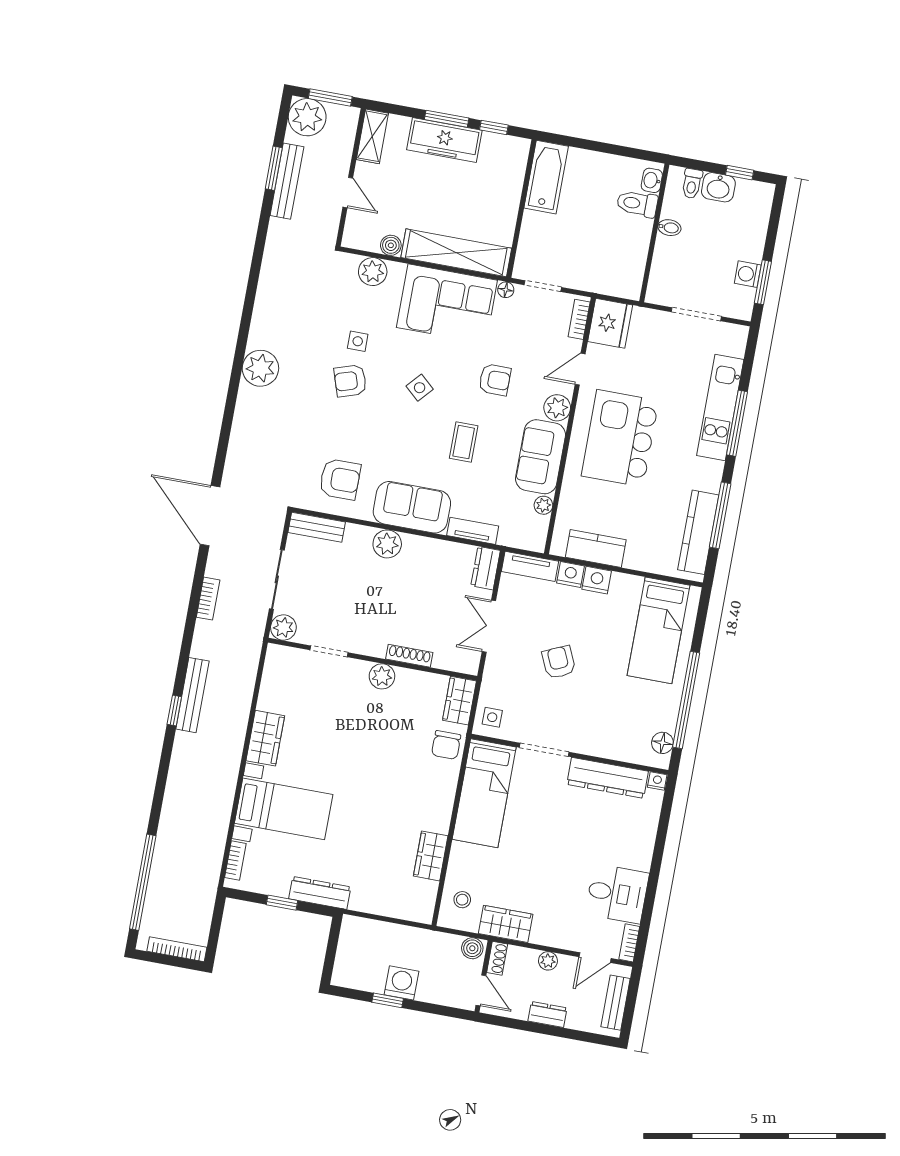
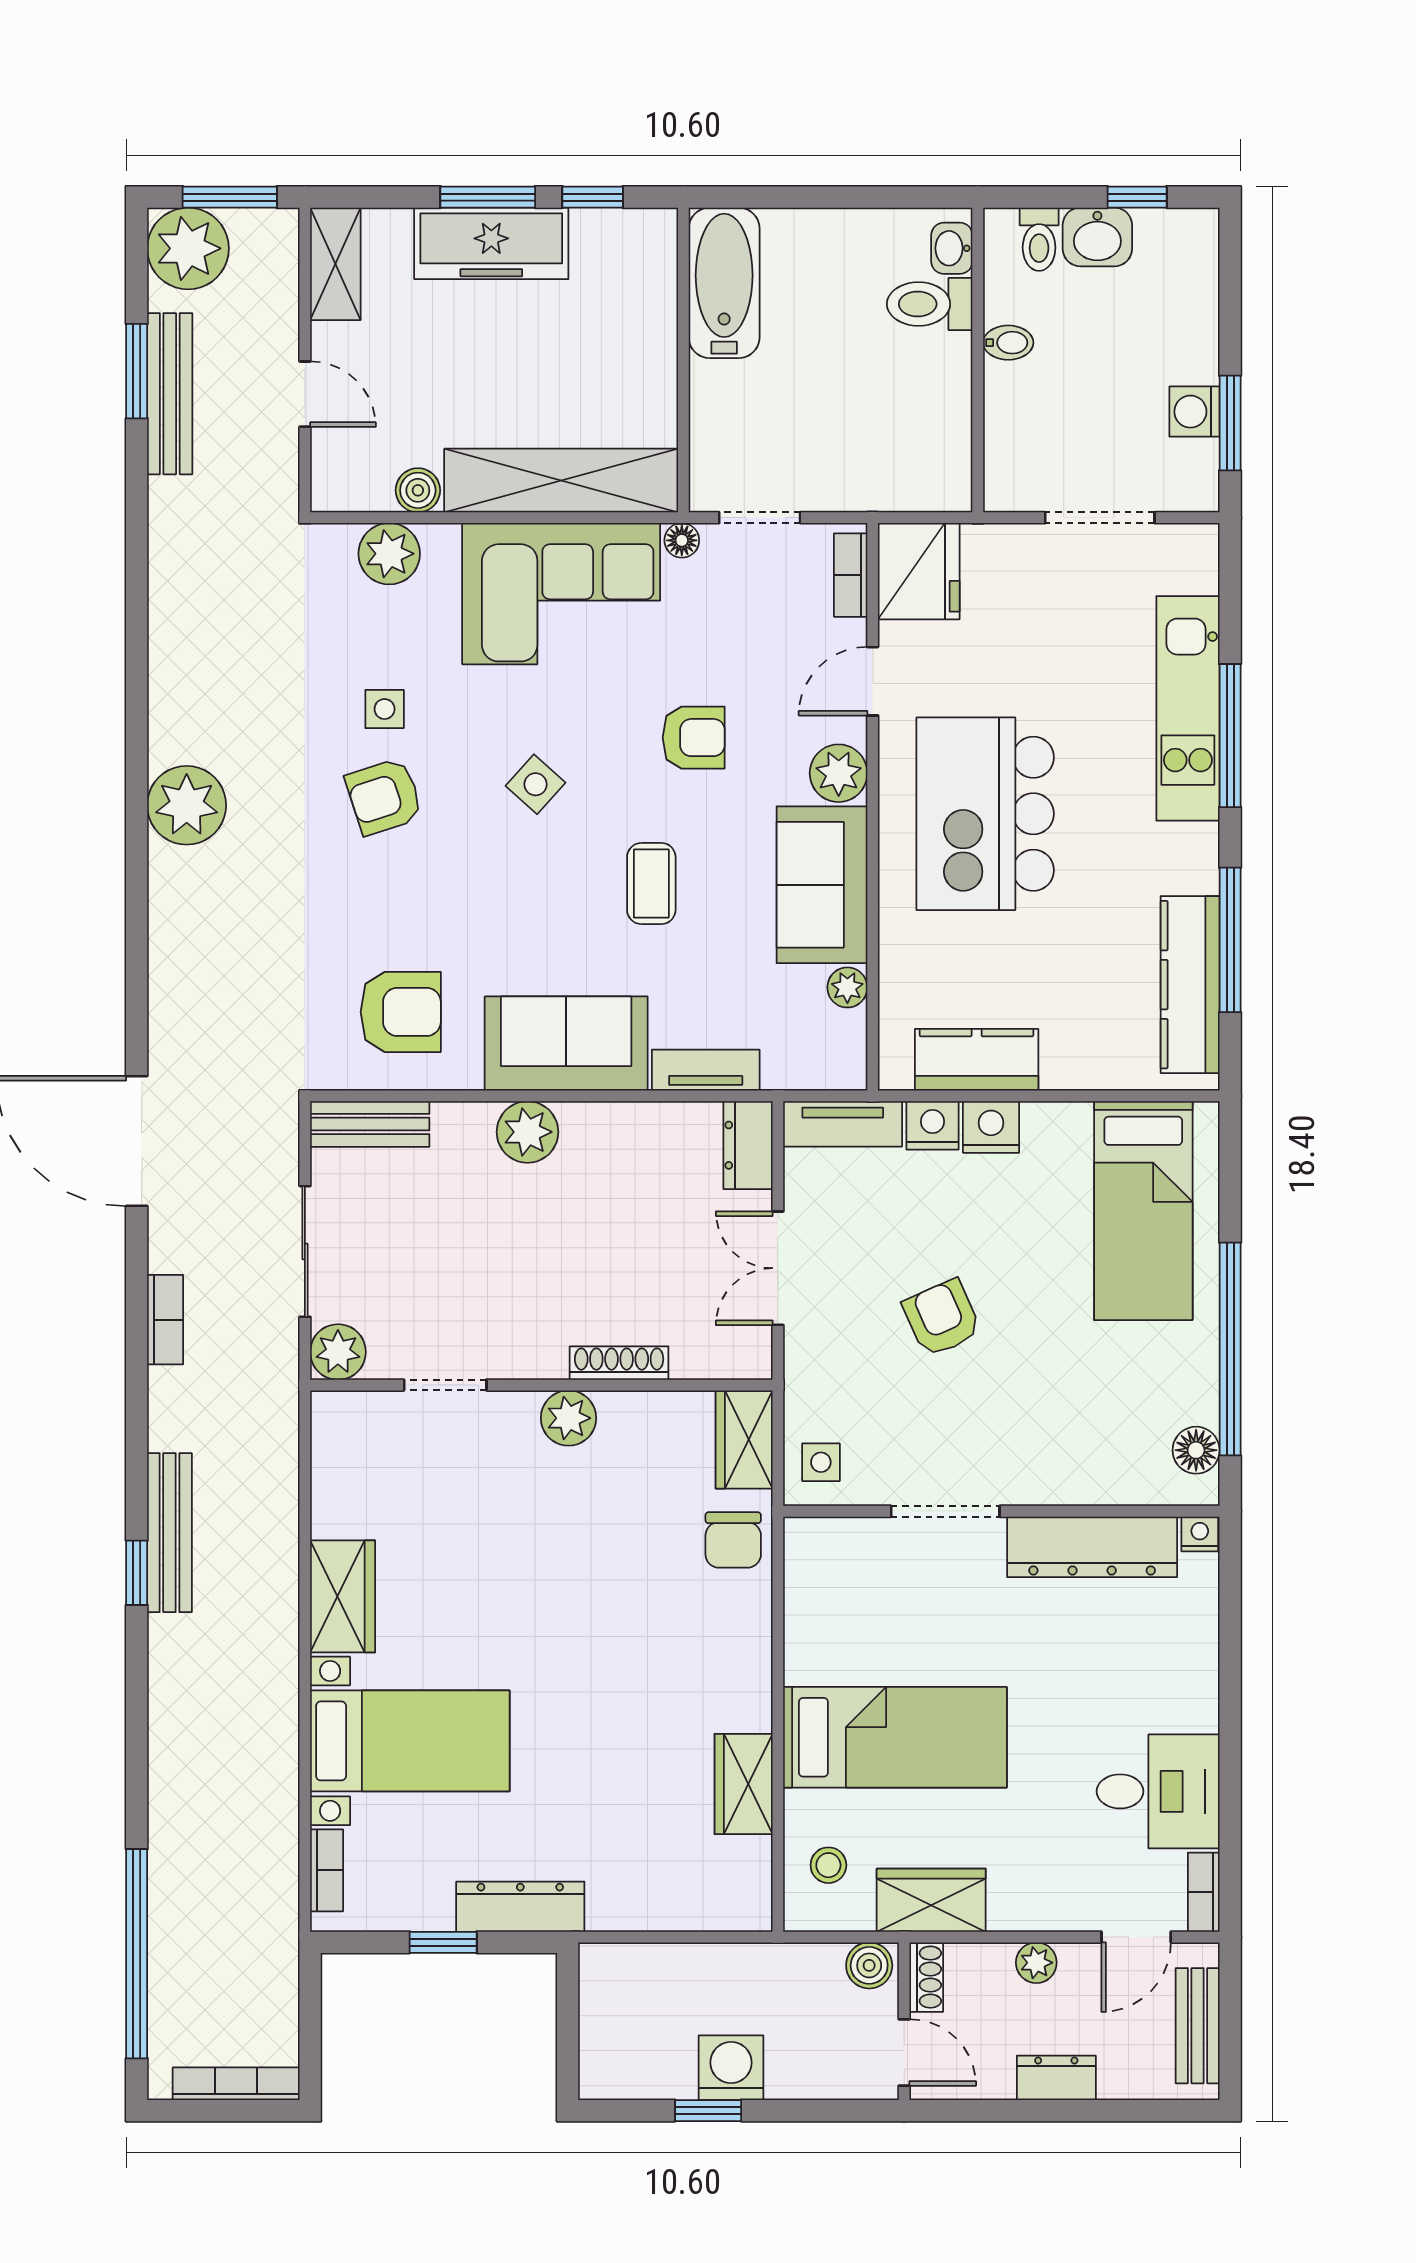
bed: (484, 793) -> (895, 1737), moved, turned -90

